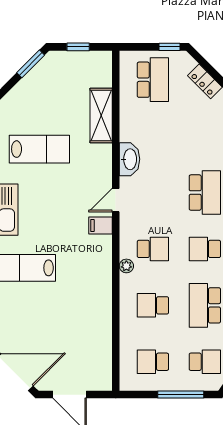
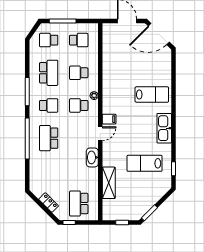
school desk: (153, 305) -> (79, 73), turned 180

